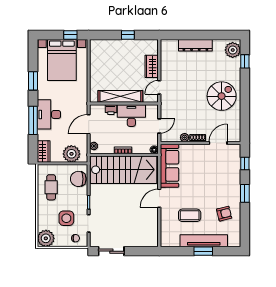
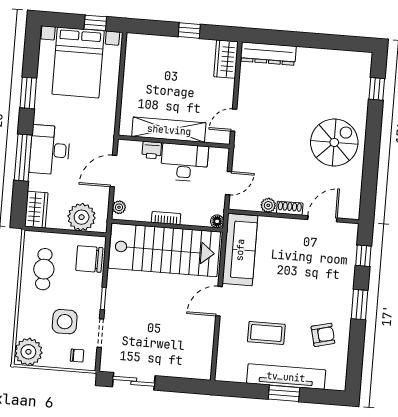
dresser: (195, 45) -> (268, 54), moved
plant: (233, 50) -> (359, 69), removed
wardrobe: (152, 66) -> (226, 59), moved

